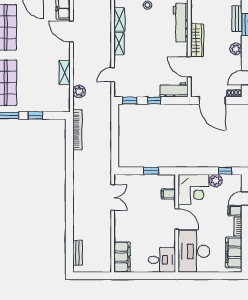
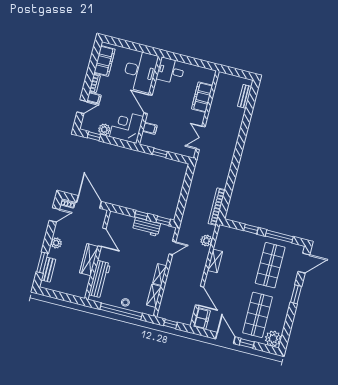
workbench: (174, 90) -> (146, 227), moved
filing cabinet: (122, 257) -> (202, 97), moved

